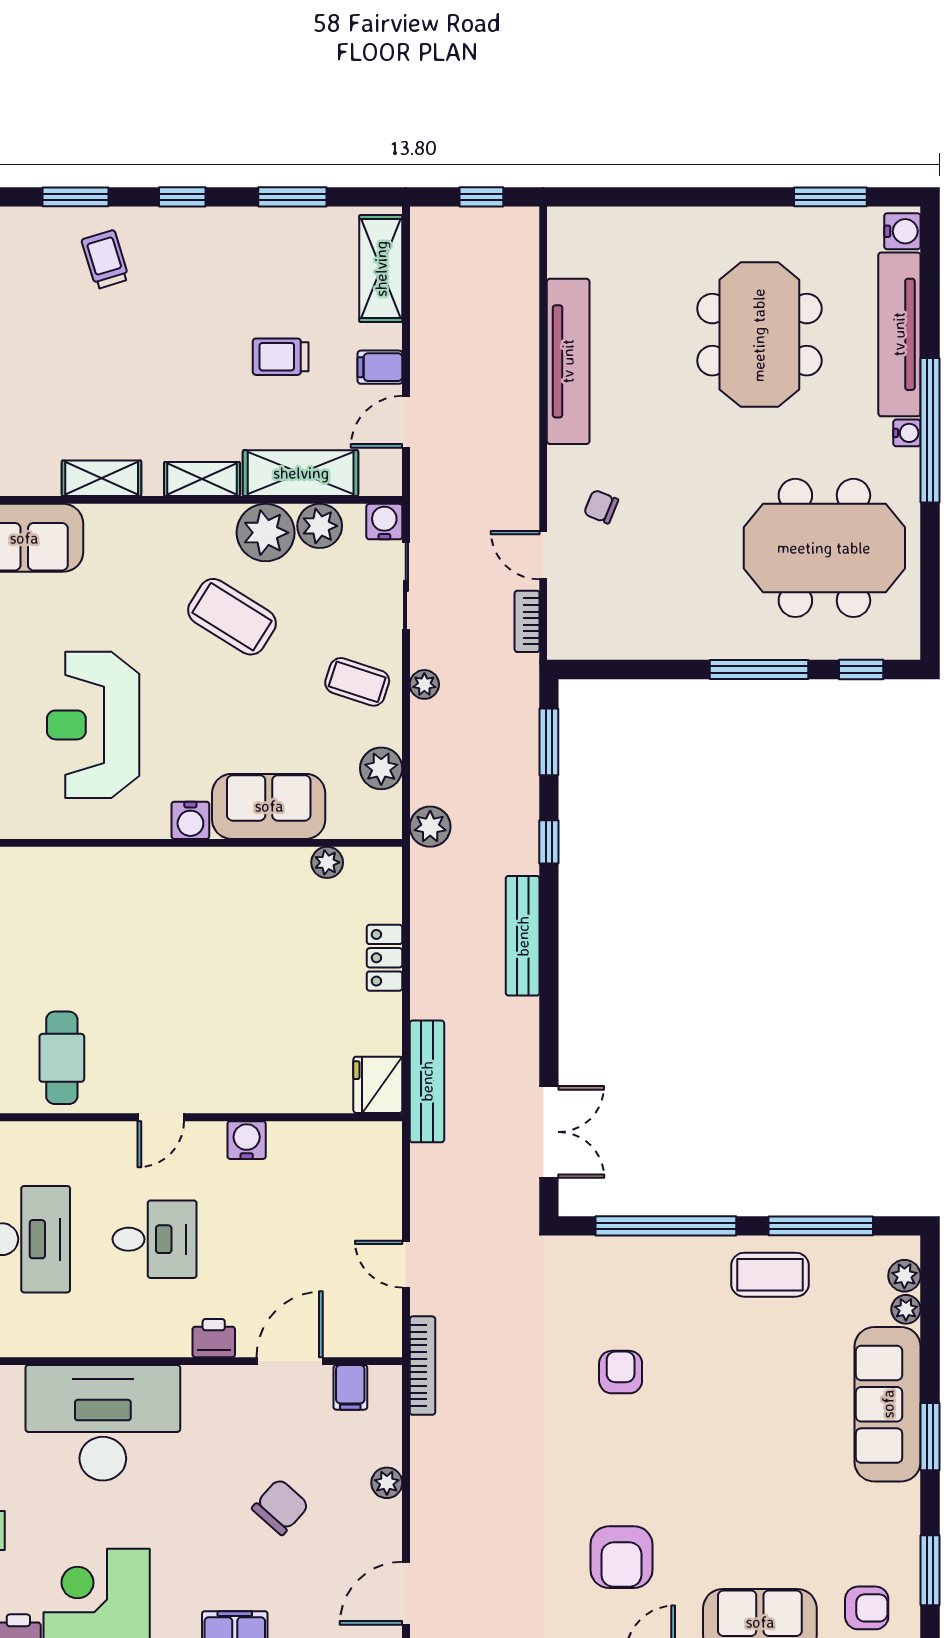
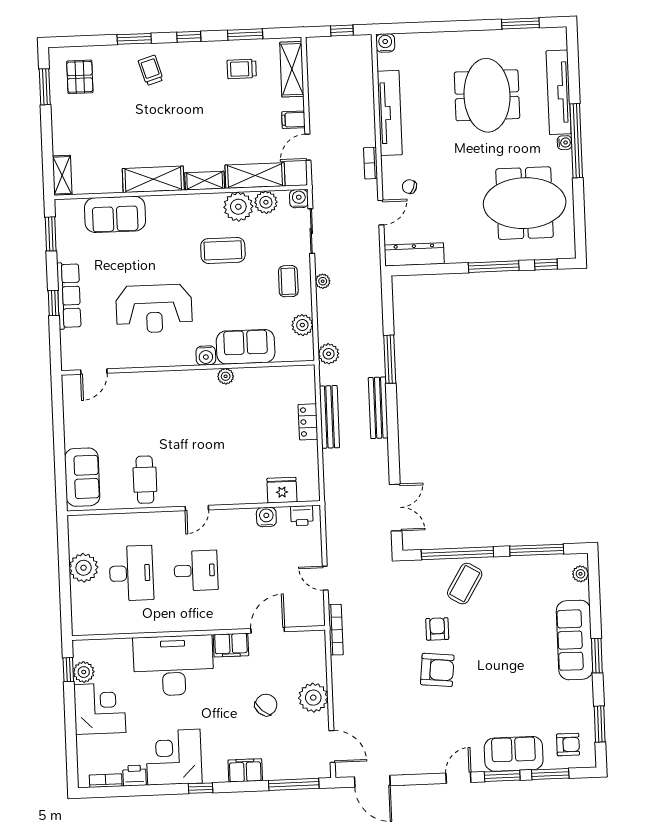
water cooler: (902, 231) -> (385, 43), moved, turned -90
trolley: (281, 357) -> (242, 69), moved
shelving: (102, 478) -> (153, 179), width x1.50, depth x1.33
door: (543, 555) -> (381, 213), swing flipped
coffee table: (232, 617) -> (223, 250), turned -32
bookcase: (527, 621) -> (371, 163), moved
dresser: (605, 639) -> (414, 254), added
coffee table: (357, 682) -> (288, 281), turned 72
reception desk: (93, 725) -> (154, 309), turned -90
window: (549, 742) -> (388, 308), removed
window: (549, 842) -> (390, 359), width x2.17
plant: (327, 862) -> (226, 376), moved
bench: (427, 1081) -> (329, 417), moved
fridge: (378, 1085) -> (282, 490), moved, turned 90
water cooler: (247, 1140) -> (266, 517), moved
coffee table: (770, 1275) -> (465, 584), moved, turned -59
plant: (906, 1309) -> (582, 591), removed
printer: (214, 1338) -> (302, 516), moved, turned 180
filing cabinet: (350, 1387) -> (231, 645), moved, width x2.00
plant: (387, 1483) -> (313, 698), width x1.88, depth x1.88
armchair: (621, 1557) -> (437, 670), moved, turned -84
door: (406, 1593) -> (332, 747), swing flipped

